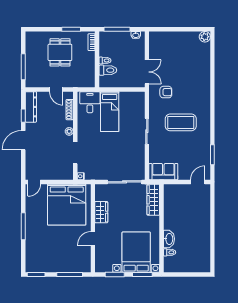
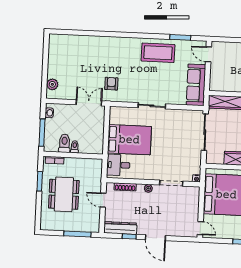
plant: (205, 37) -> (52, 84), moved
dining table: (60, 52) -> (64, 194), width x1.37
toilet: (108, 70) -> (64, 143), moved
door: (56, 89) -> (103, 200), swing flipped
bed: (110, 112) -> (129, 140), width x1.50
coffee table: (181, 122) -> (158, 53), moved, turned 90
sofa: (163, 172) -> (196, 85), width x1.36

